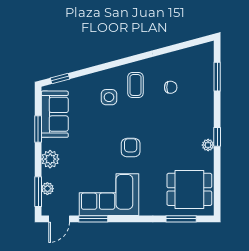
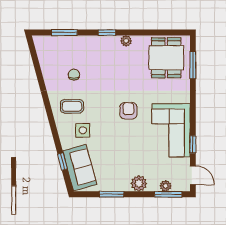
window: (60, 79) -> (63, 162), moved
sofa: (55, 114) -> (80, 168), moved, turned 75
window: (217, 137) -> (107, 33), moved
armchair: (131, 148) -> (128, 111), turned 90
window: (93, 219) -> (193, 144), width x0.67

